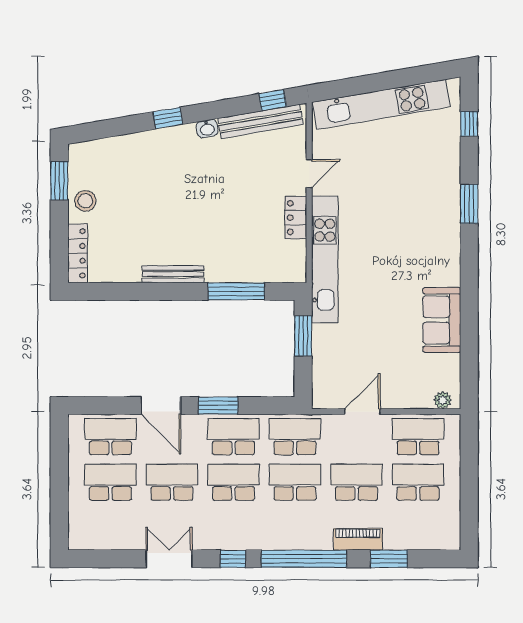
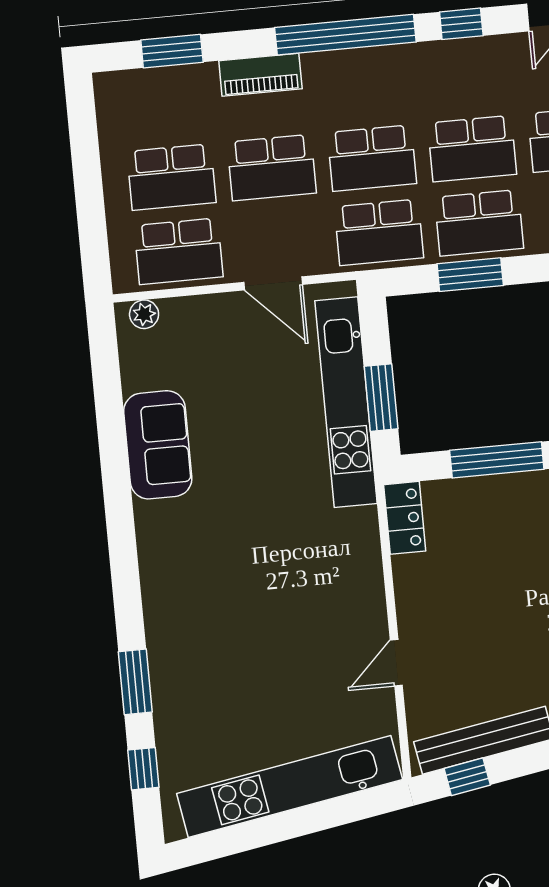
window: (469, 204) -> (135, 682), moved
locker: (296, 218) -> (405, 518), moved
kitchen unit: (325, 259) -> (346, 402), moved
window: (218, 406) -> (470, 275), moved
door: (362, 412) -> (273, 283), hinge flipped
window: (389, 559) -> (172, 51), moved

